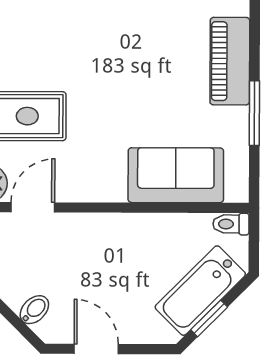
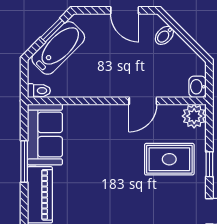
sofa: (176, 175) -> (45, 135), moved, turned -90
door: (33, 207) -> (143, 101), moved

